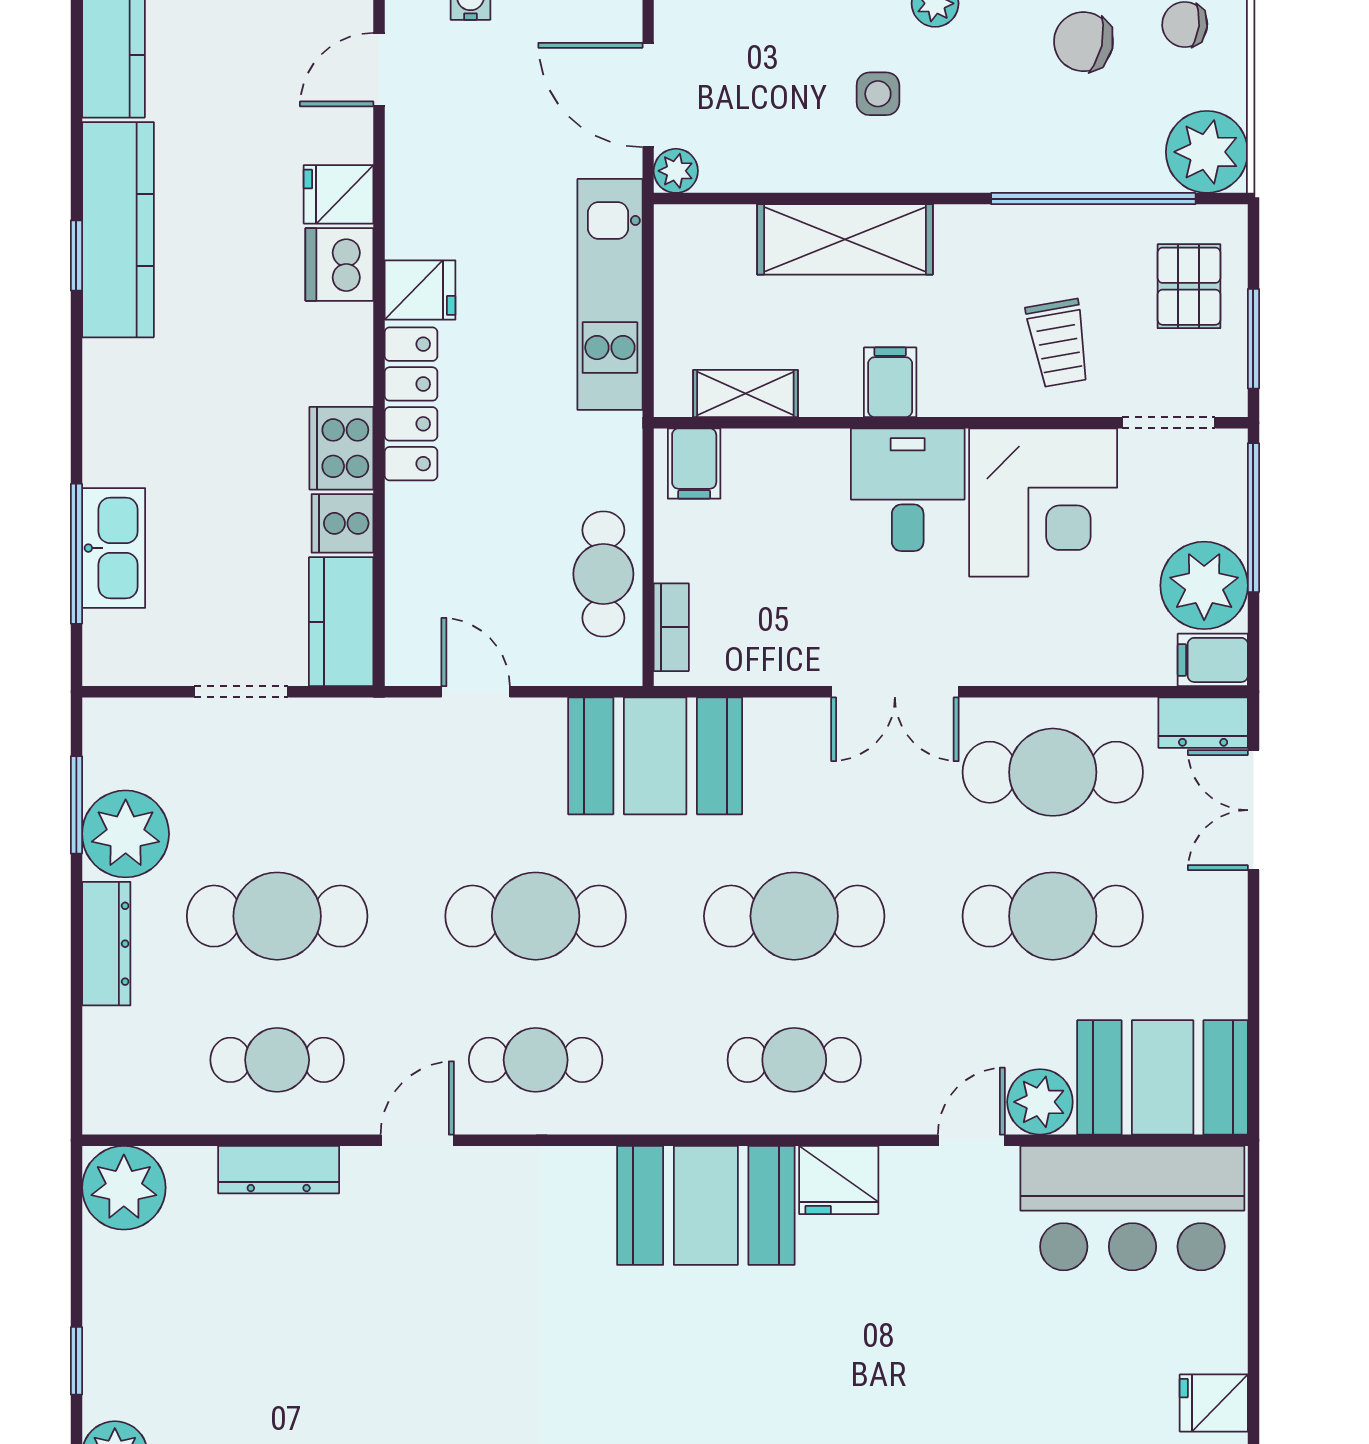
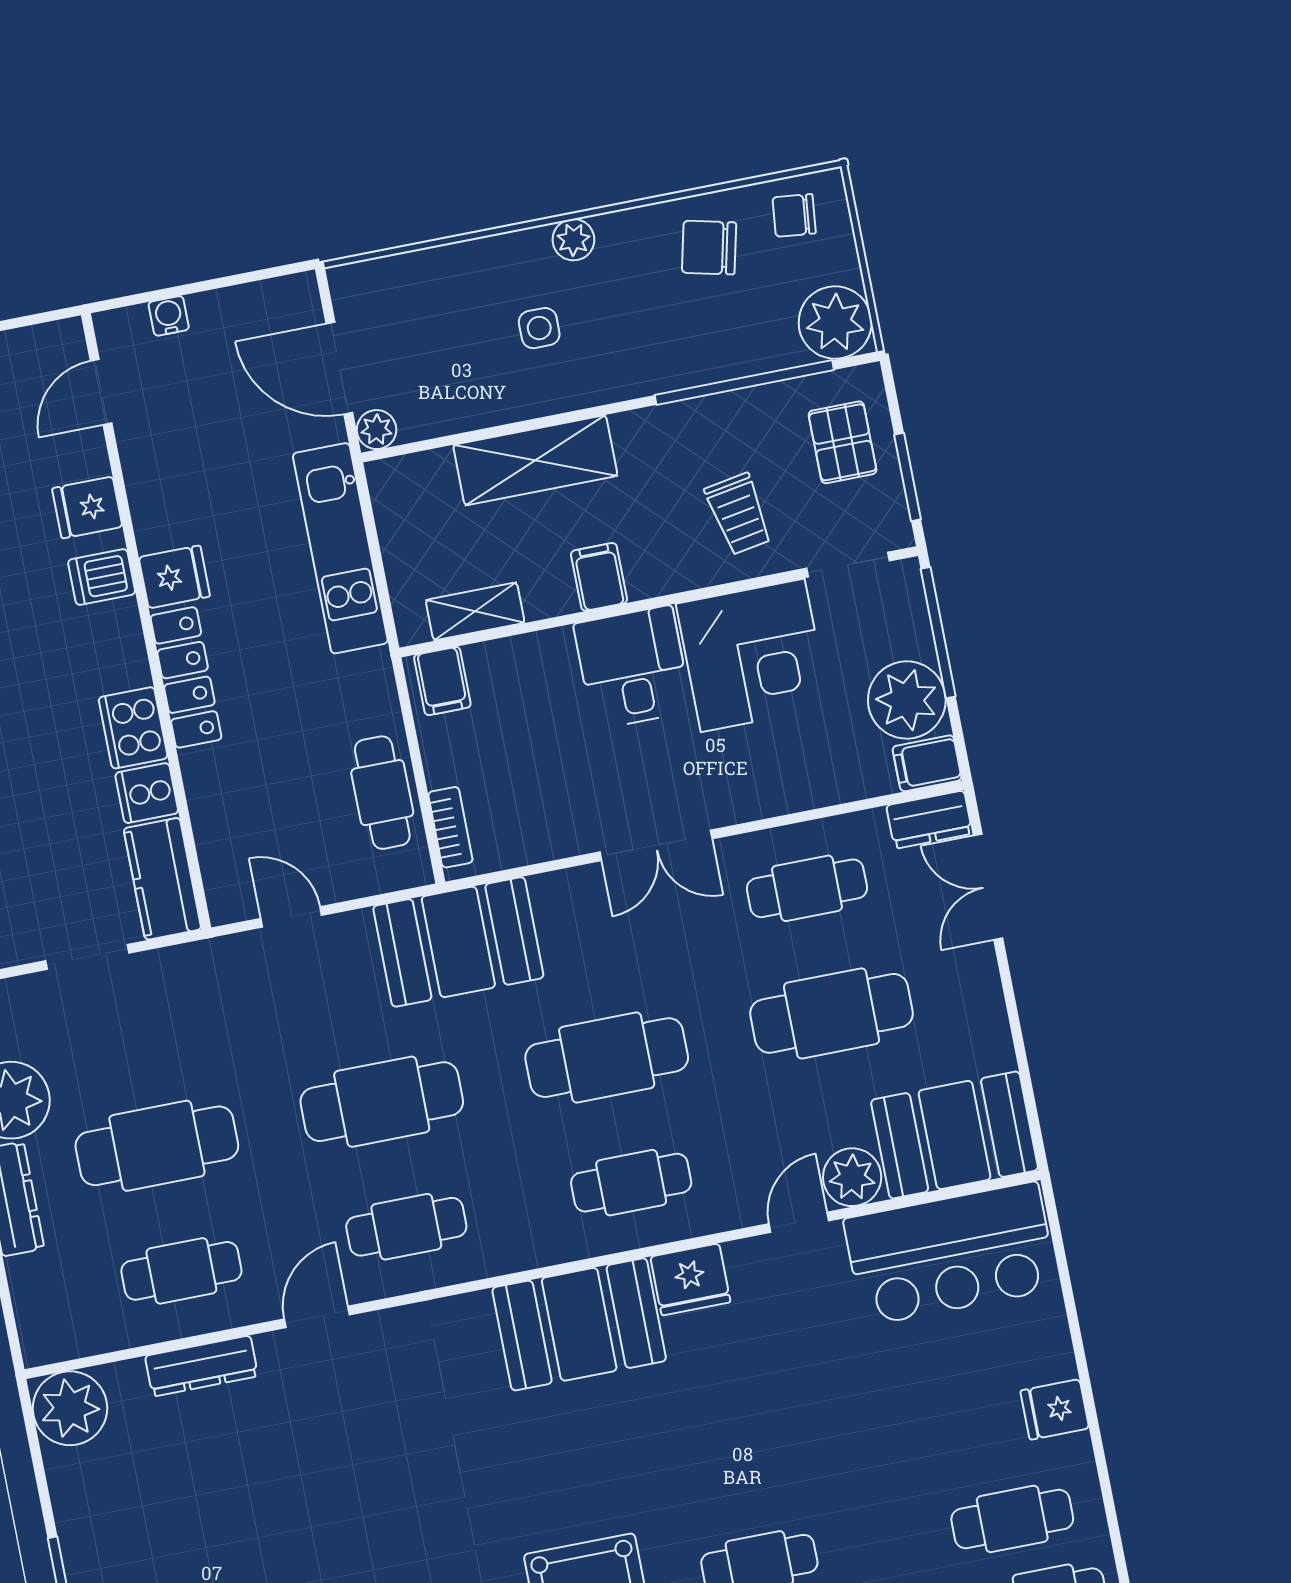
dishwasher: (339, 264) -> (102, 577), width x0.73
cafe table: (1053, 772) -> (807, 888), width x0.73, depth x0.74

